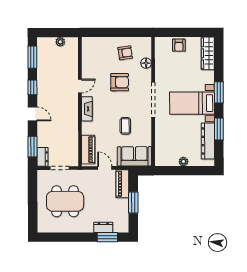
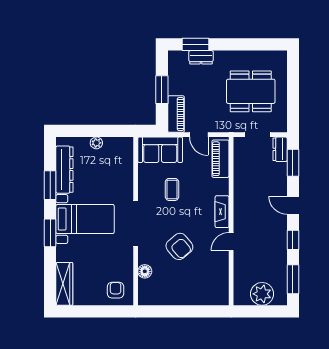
plant: (60, 42) -> (262, 294), width x1.88, depth x1.88
armchair: (179, 45) -> (116, 290), moved
armchair: (125, 53) -> (172, 285), removed
armchair: (120, 82) -> (179, 246), turned -130

